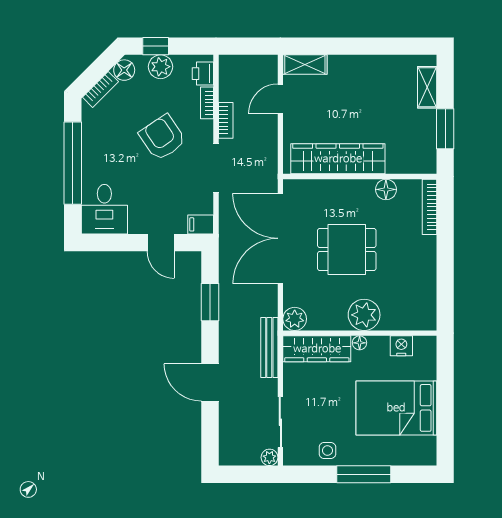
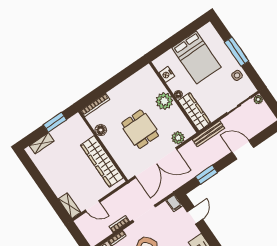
plant: (295, 319) -> (178, 138), moved
door: (210, 383) -> (243, 150), swing flipped

